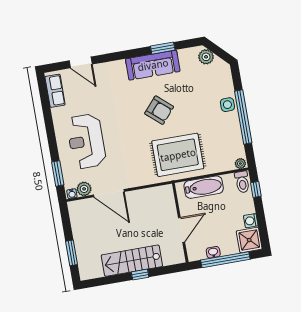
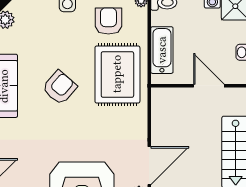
armchair: (219, 140) -> (108, 21), added

